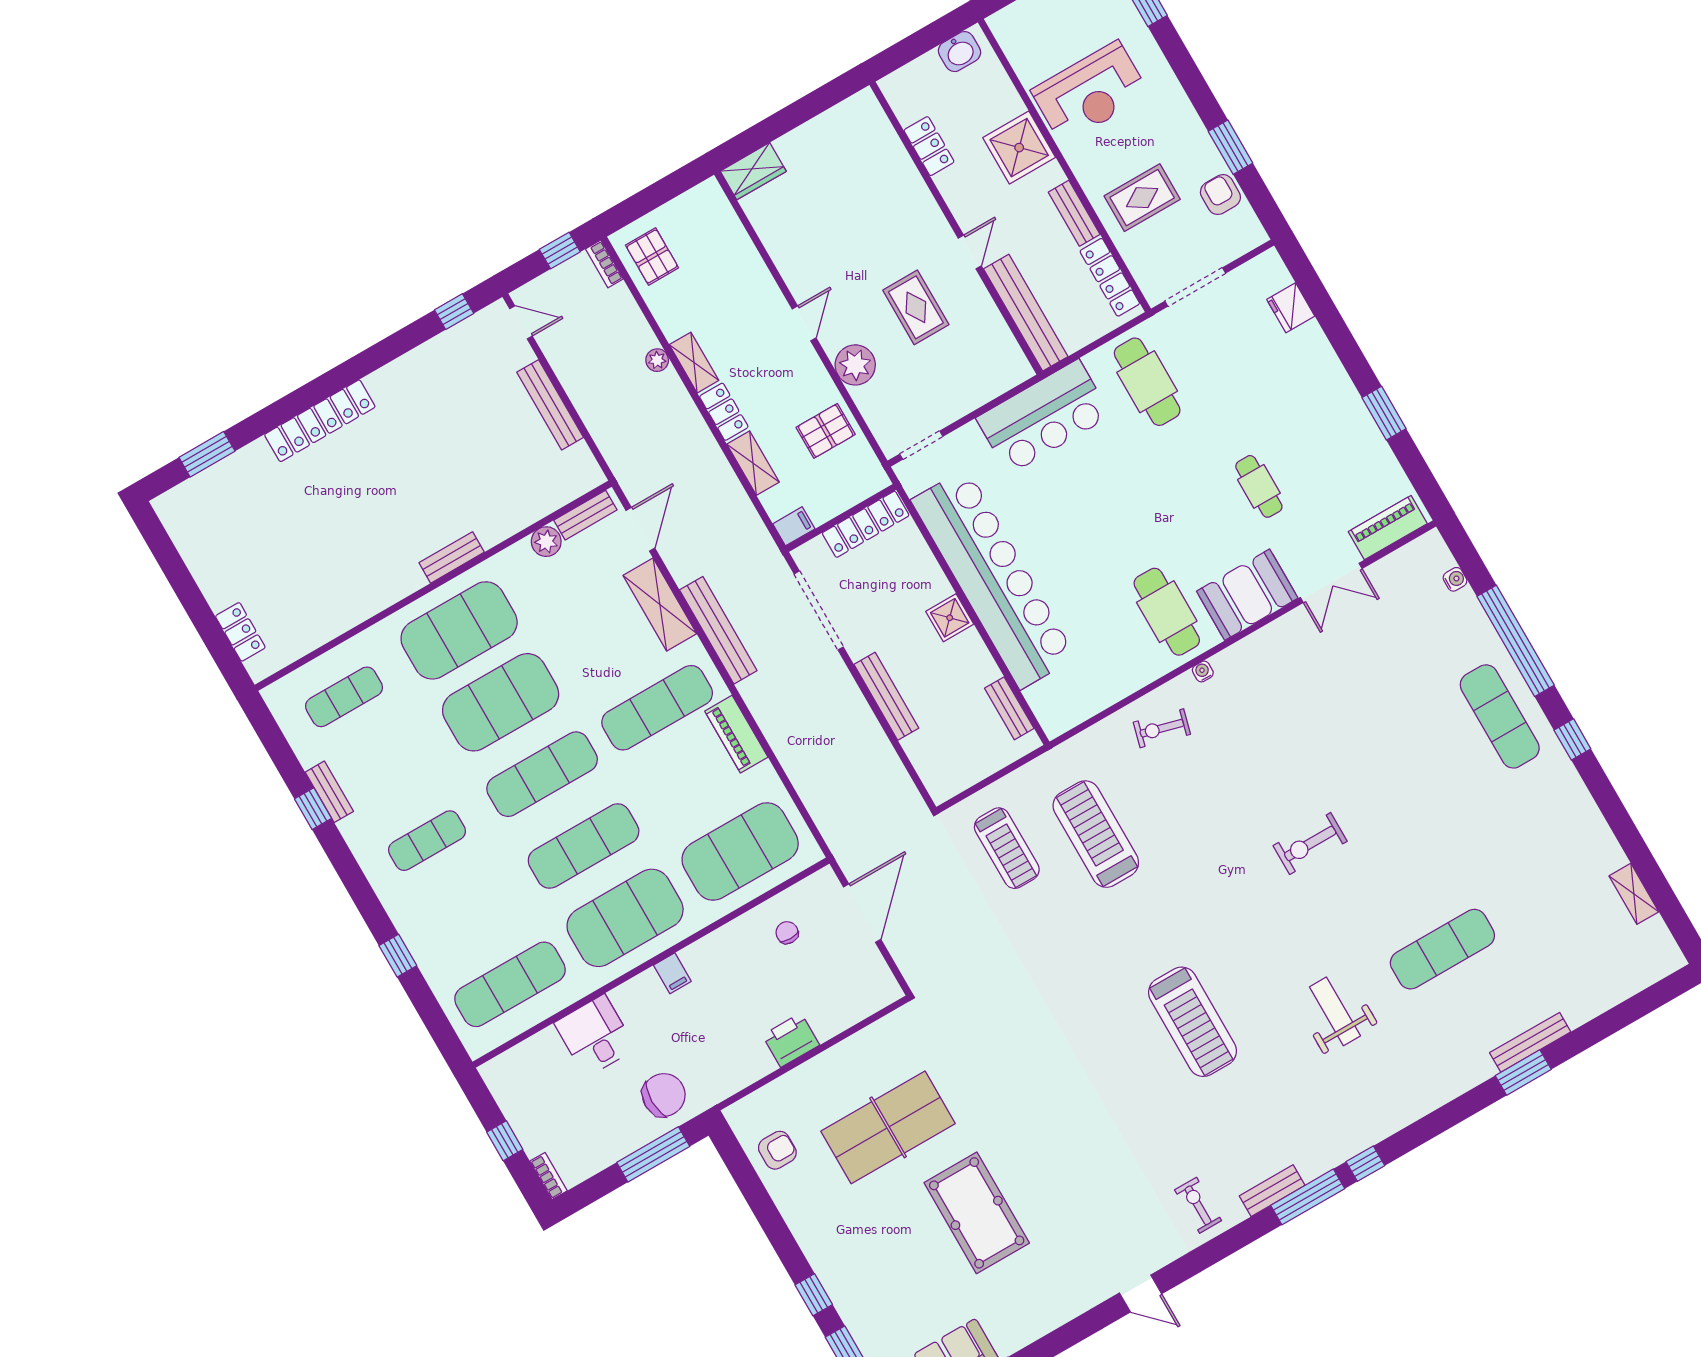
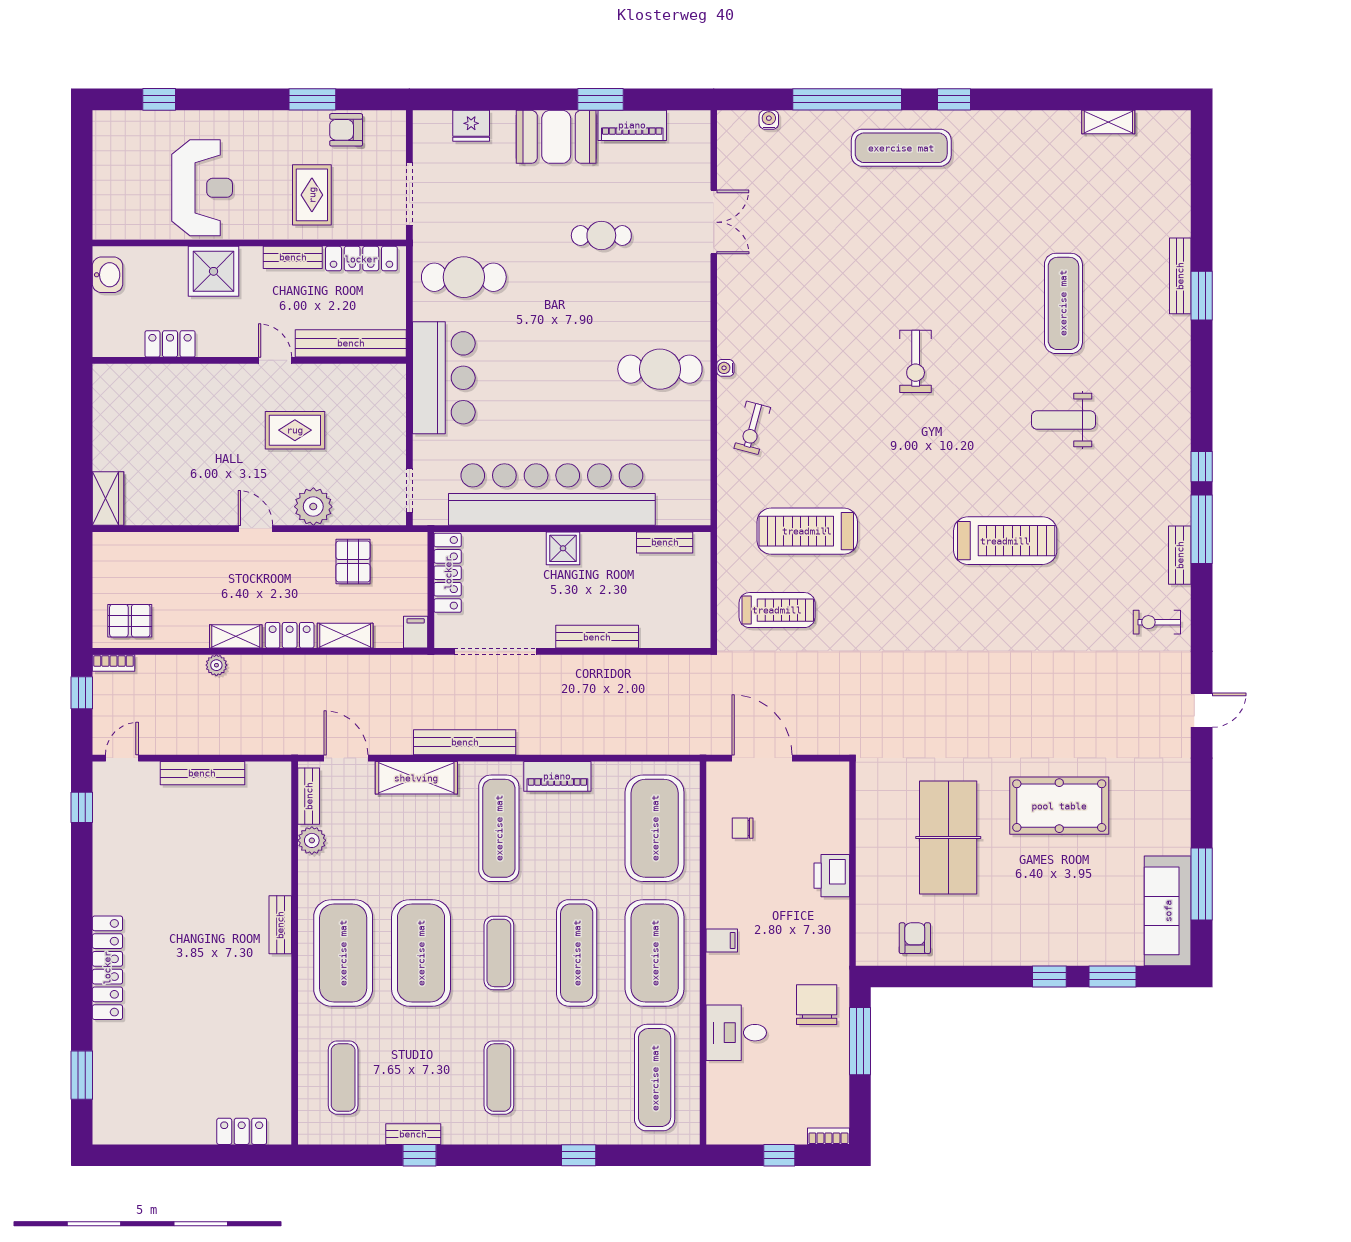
piano: (1388, 528) -> (632, 125), moved, turned -90
booth: (1247, 595) -> (556, 137), moved, turned 90
exercise mat: (542, 774) -> (499, 953), width x0.73, depth x0.69

